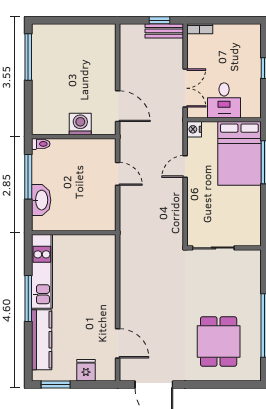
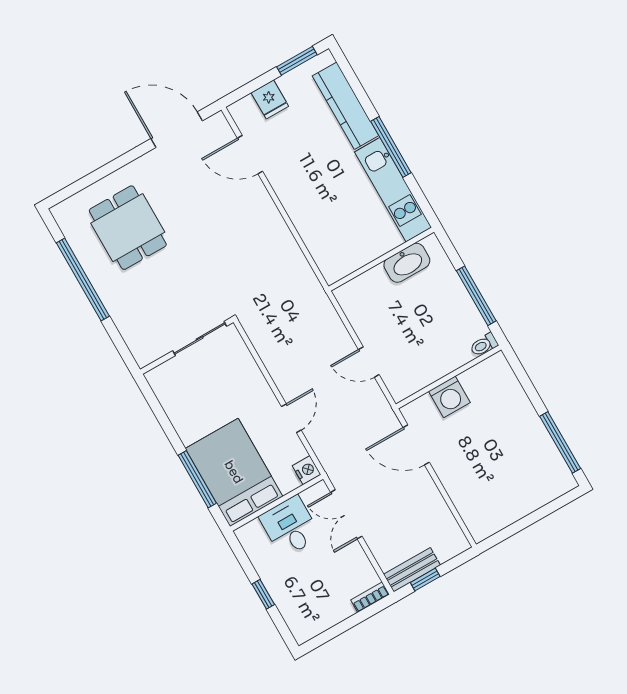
washbasin: (41, 200) -> (407, 263), moved, turned -90

